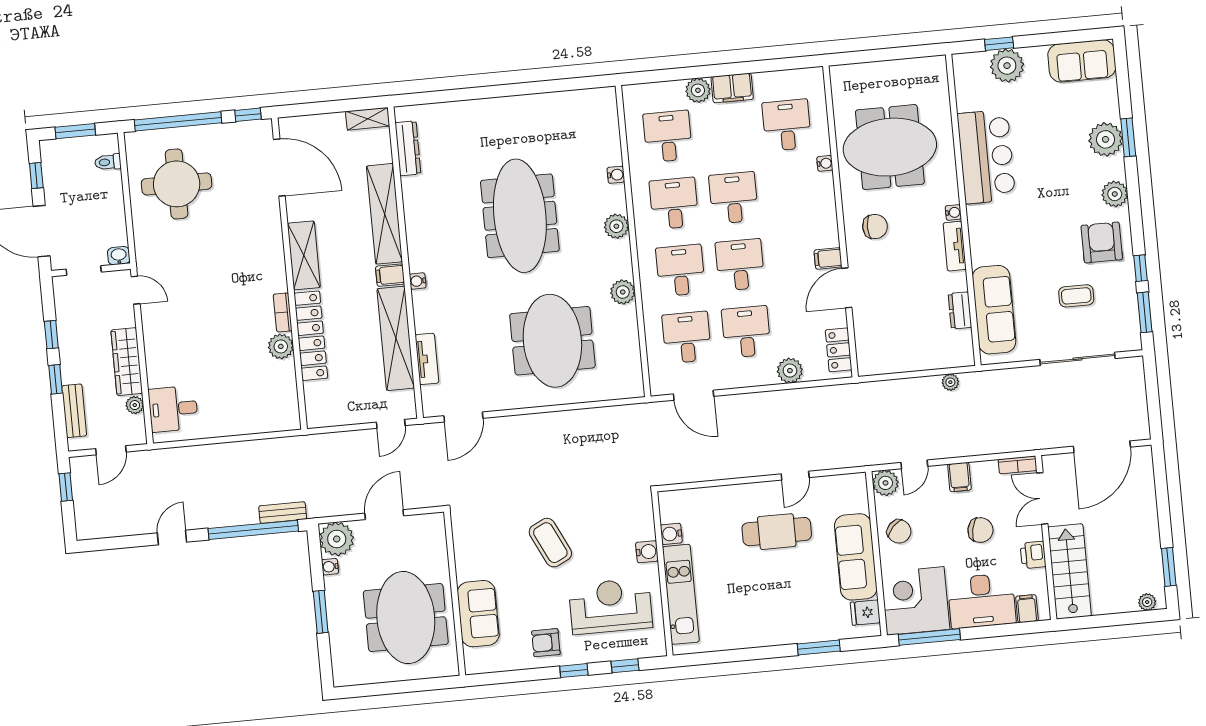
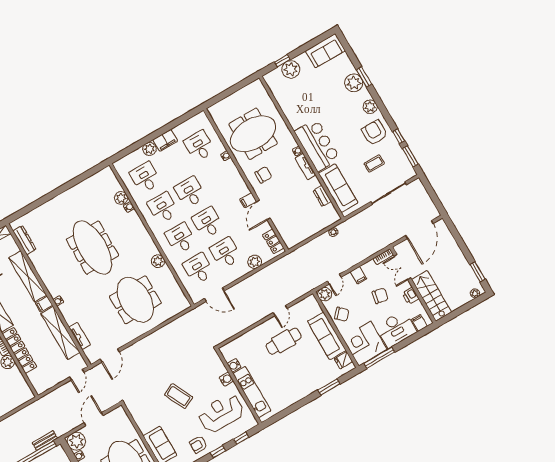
bar counter: (986, 157) -> (317, 145), moved
plant: (616, 226) -> (121, 198), moved

